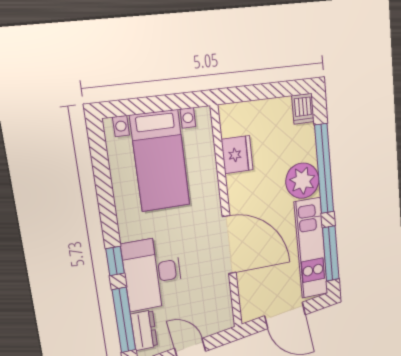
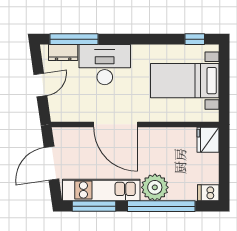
fridge: (237, 155) -> (208, 140), moved, turned 90
door: (229, 245) -> (116, 124), hinge flipped
window: (115, 261) -> (195, 39), moved

